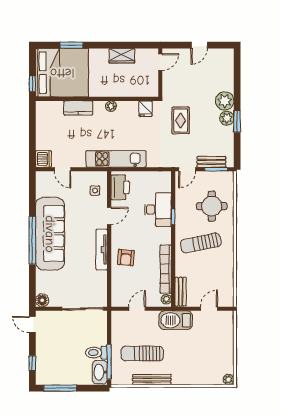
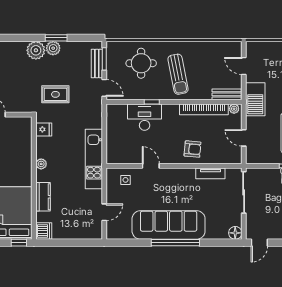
dishwasher: (43, 159) -> (44, 231), moved, turned 90
printer: (120, 187) -> (122, 155), removed
tv unit: (102, 250) -> (210, 173), moved, width x0.71

